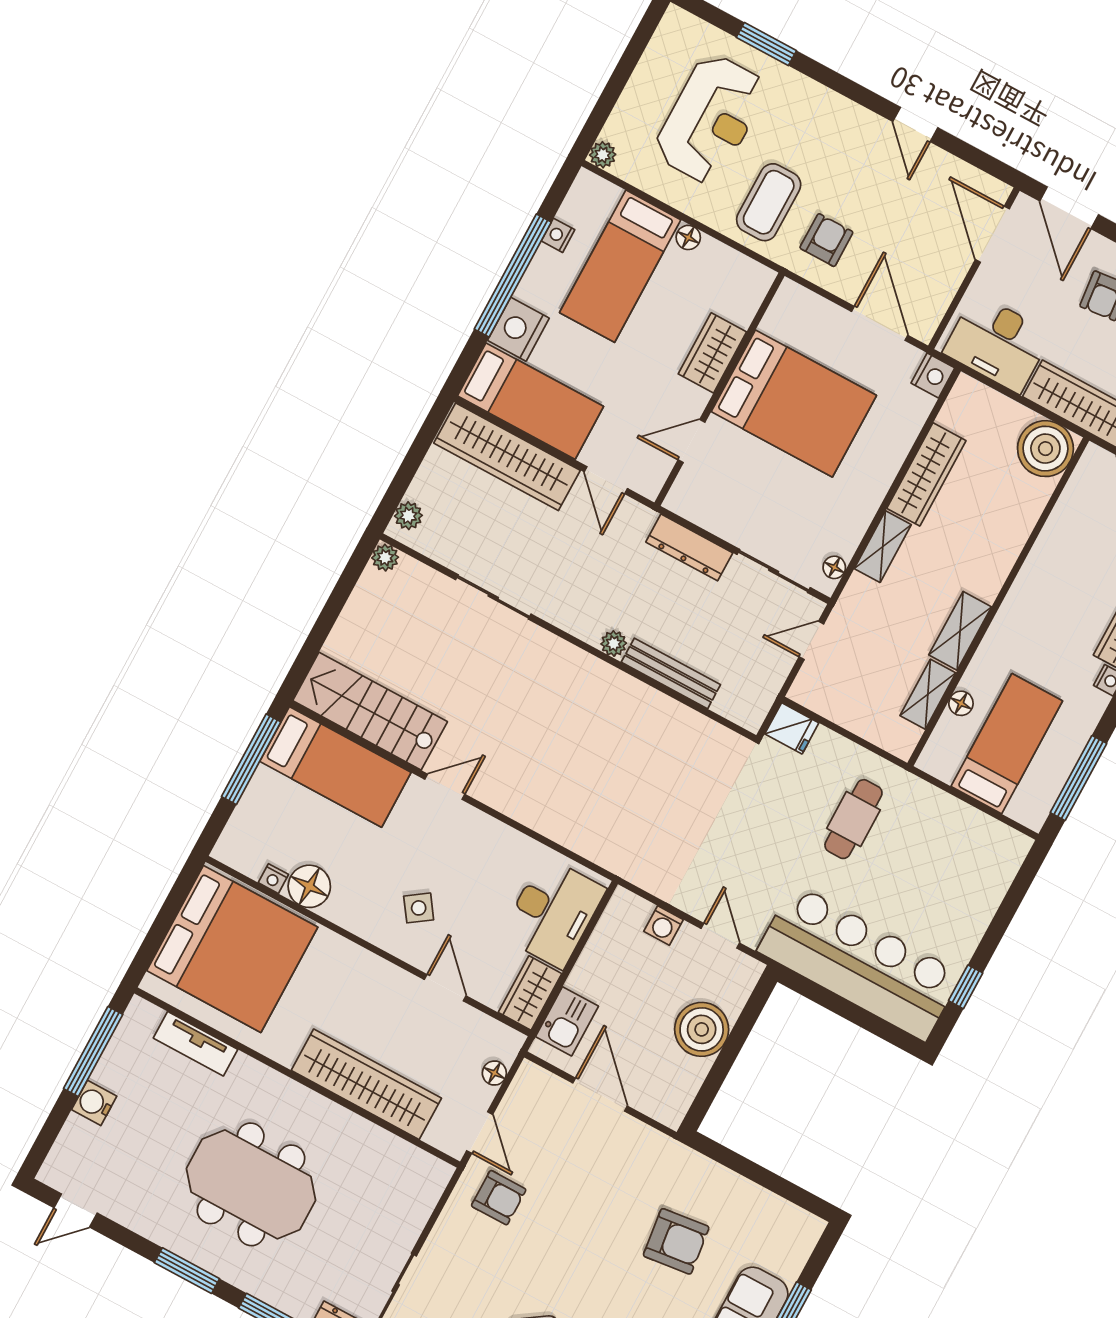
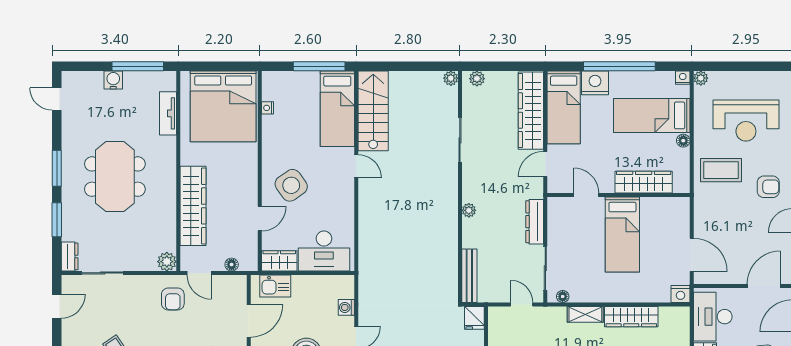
nightstand: (558, 235) -> (683, 78), moved
armchair: (826, 240) -> (768, 187), moved
door: (880, 323) -> (692, 255), hinge flipped
wardrobe: (712, 353) -> (644, 182), width x1.50
bed: (794, 404) -> (622, 235), width x0.67
bench: (671, 673) -> (469, 276), moved
floor lamp: (309, 886) -> (273, 127), removed
side table: (419, 908) -> (291, 185), width x1.87, depth x1.87
door: (480, 1133) -> (199, 273), hinge flipped
plant: (433, 1175) -> (167, 262), added

